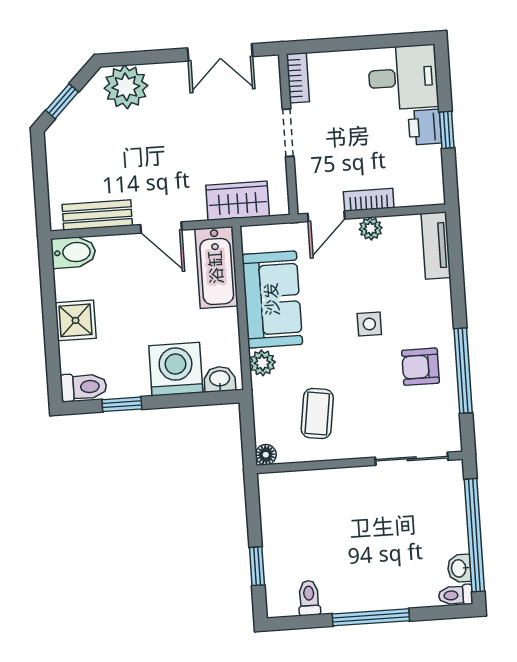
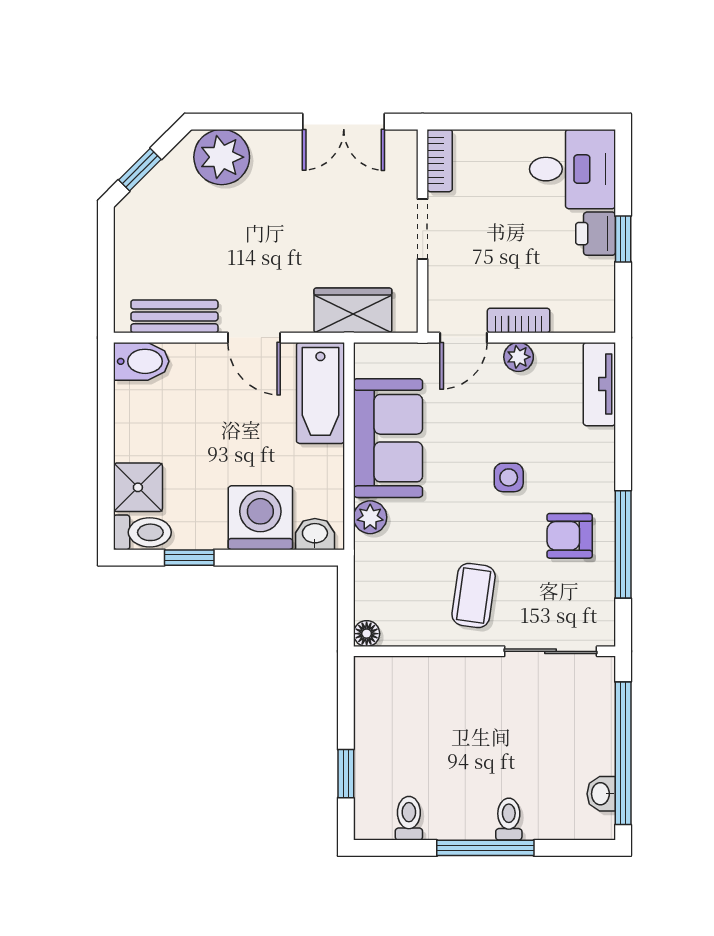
shower: (76, 320) -> (138, 487), moved
coffee table: (317, 413) -> (474, 596), moved
toilet: (456, 595) -> (509, 819), moved, turned 90

